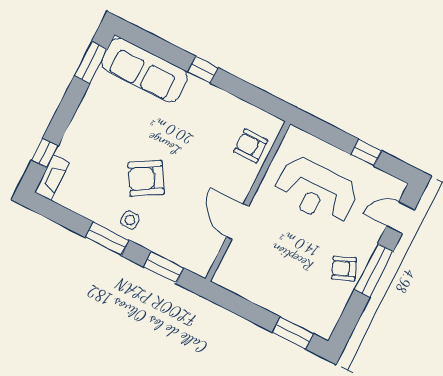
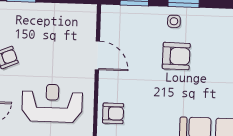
armchair: (146, 178) -> (176, 56), turned 32

